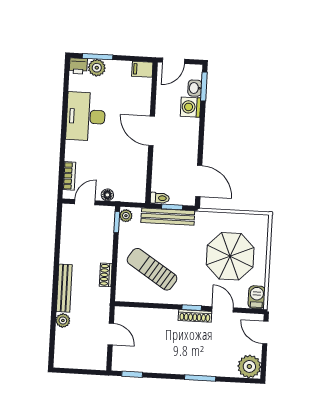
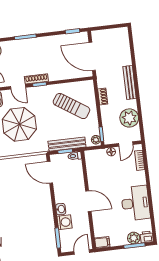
washbasin: (195, 88) -> (61, 209), moved
plant: (63, 320) -> (129, 118), moved, width x1.87, depth x1.87
door: (111, 334) -> (92, 56), width x1.88

